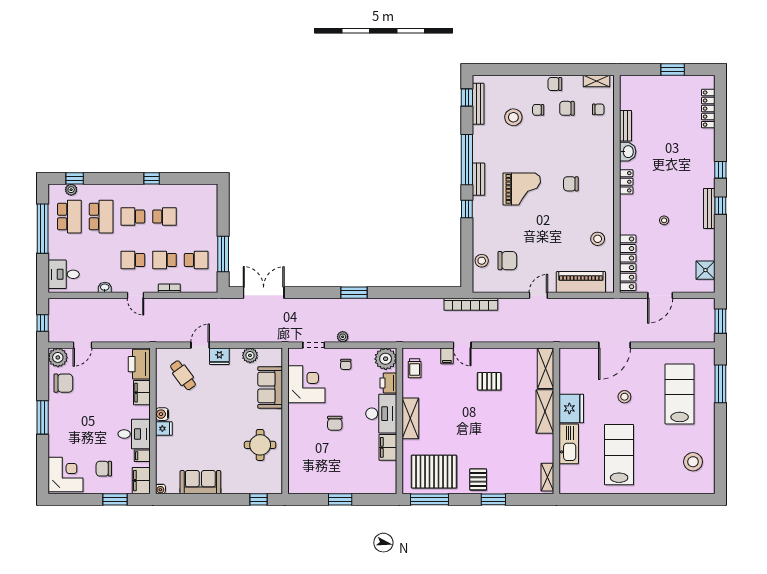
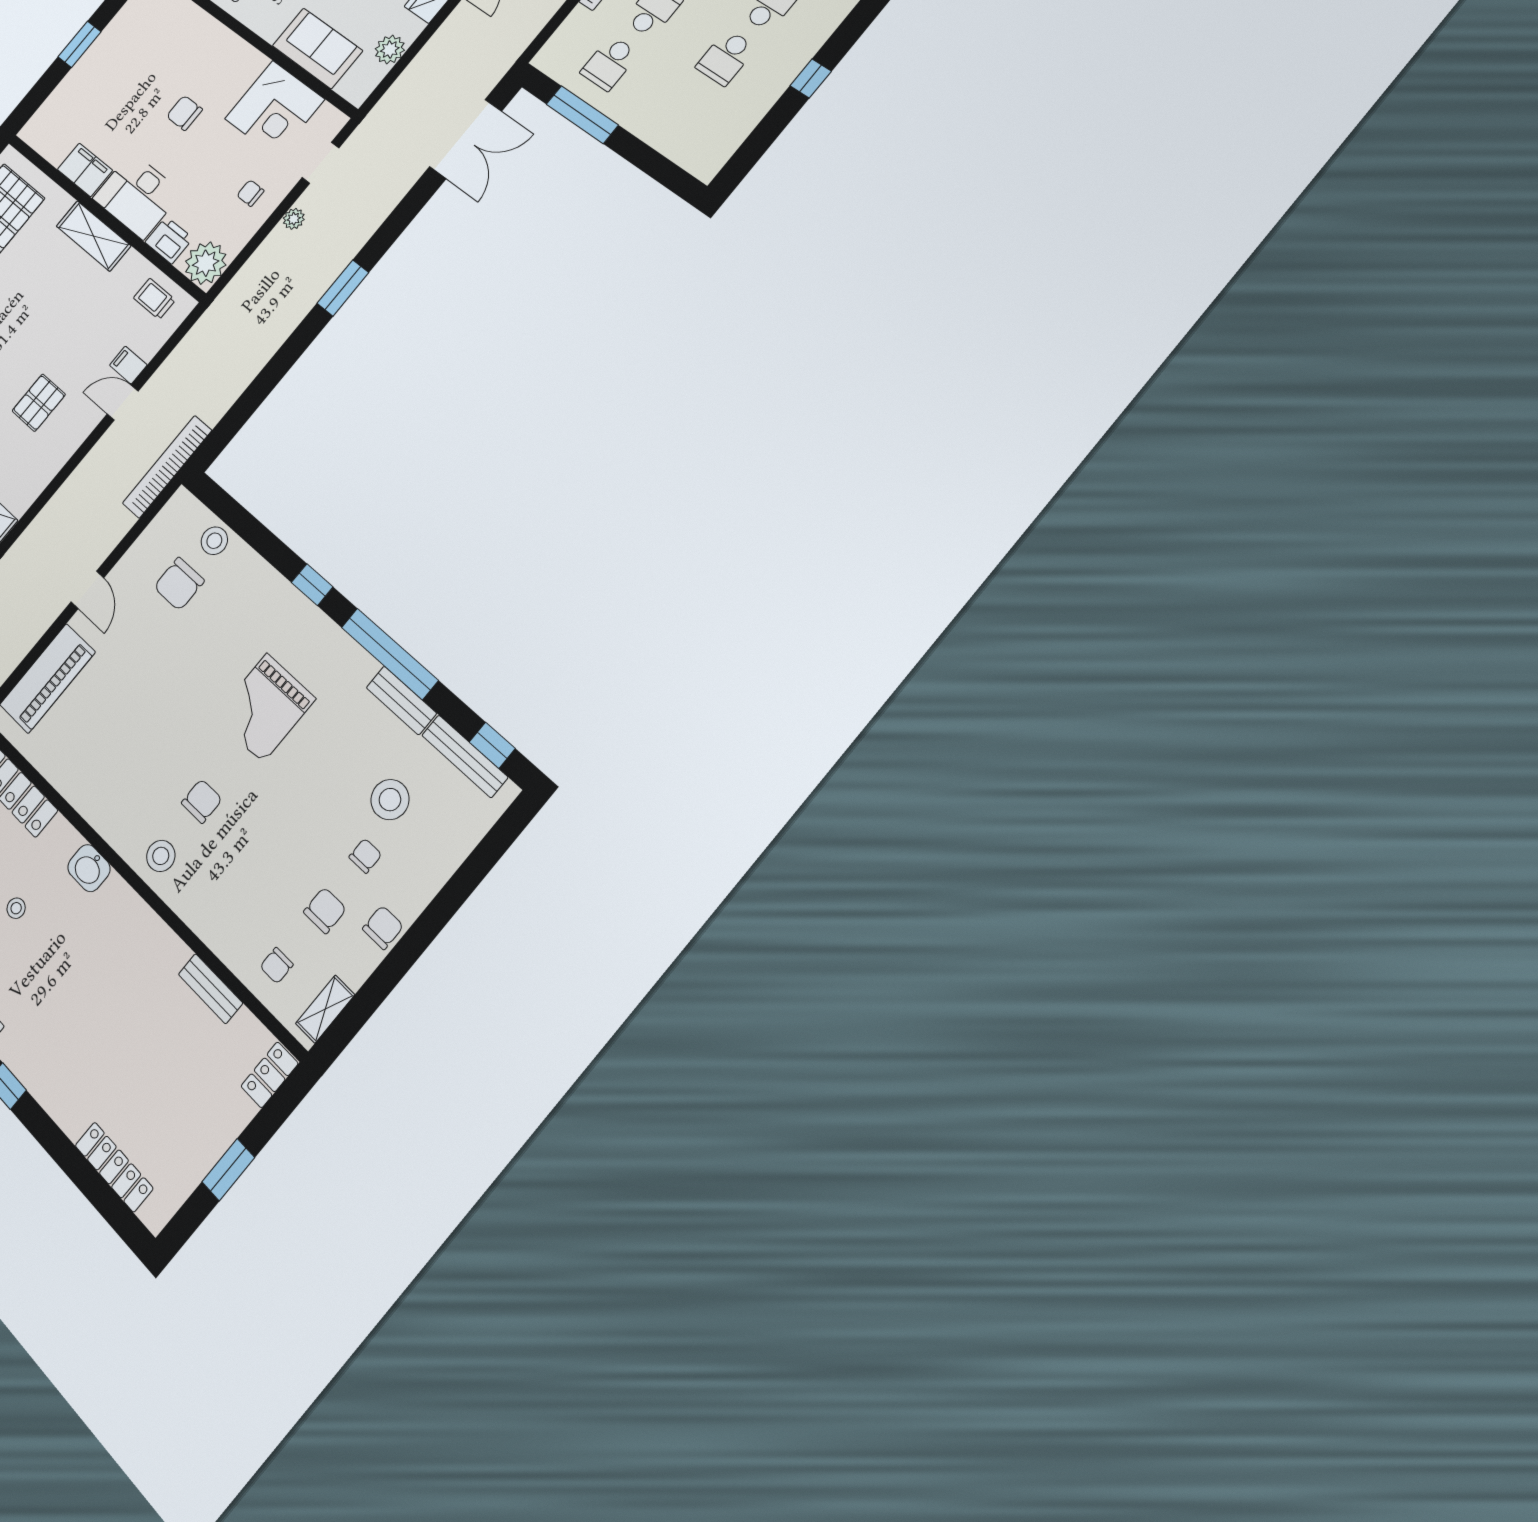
washbasin: (628, 152) -> (89, 868), moved
bench: (479, 179) -> (401, 700), moved
locker: (626, 182) -> (270, 1075), moved, turned 90
stool: (598, 239) -> (161, 856), moved

